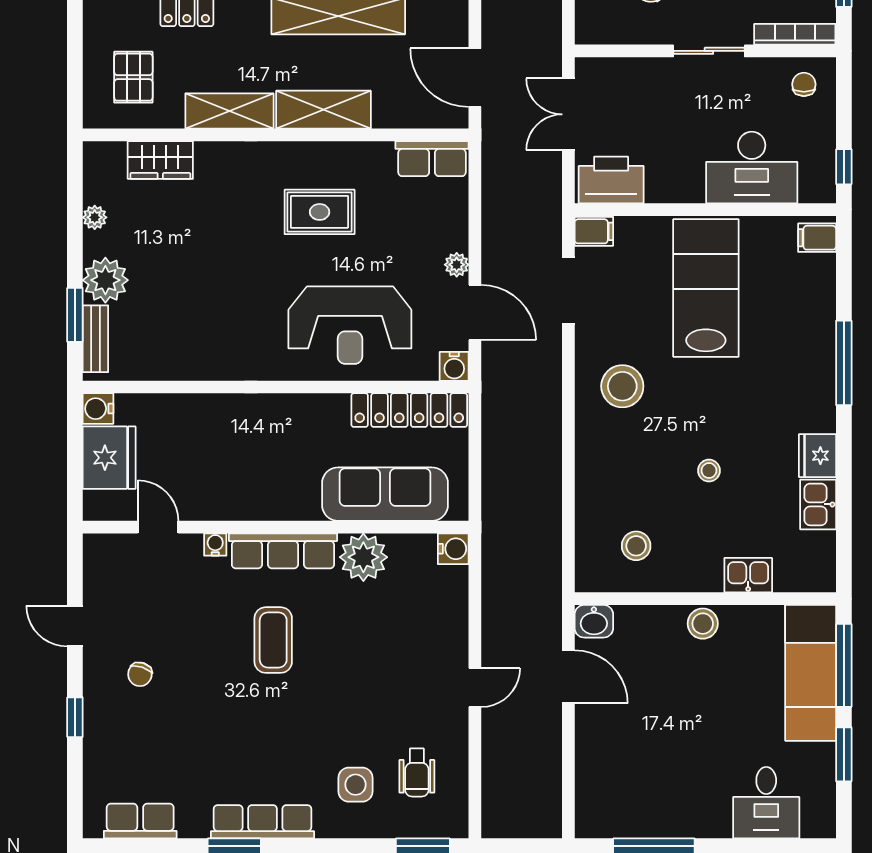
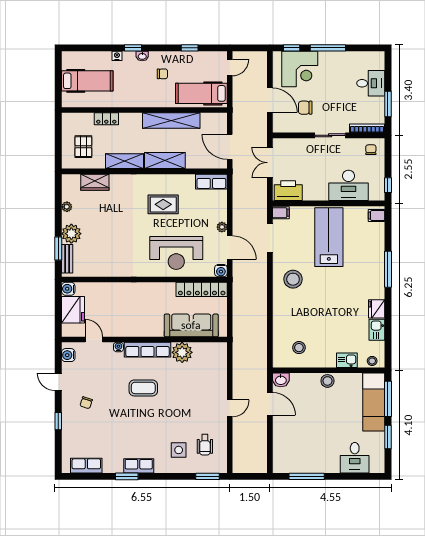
stool: (709, 471) -> (372, 361), moved
water cooler: (453, 549) -> (68, 355), moved, turned 180
coffee table: (273, 640) -> (143, 388), turned 90
row of seats: (262, 822) -> (139, 466), width x0.68

